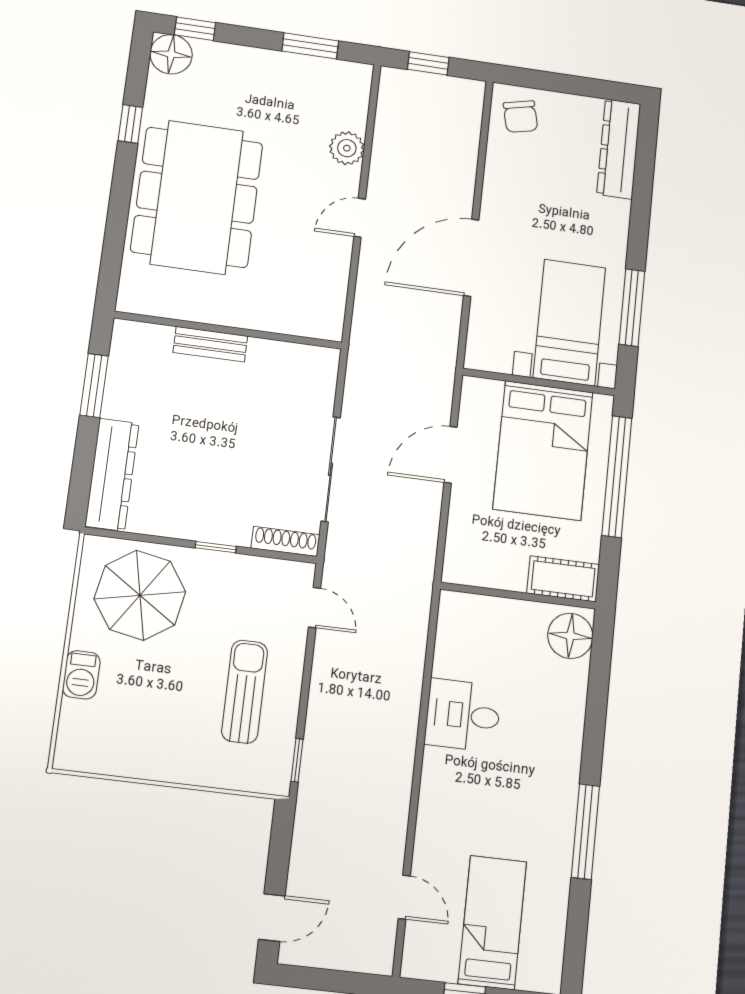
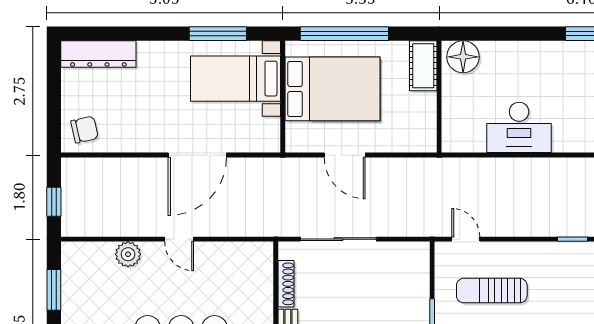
door: (471, 258) -> (197, 155), hinge flipped
sliding door: (331, 469) -> (338, 239), moved
shoe rack: (285, 541) -> (286, 284), moved, turned 180
door: (315, 608) -> (466, 239), hinge flipped
sun lounger: (245, 692) -> (492, 291), moved
desk: (463, 715) -> (519, 127), width x1.37

